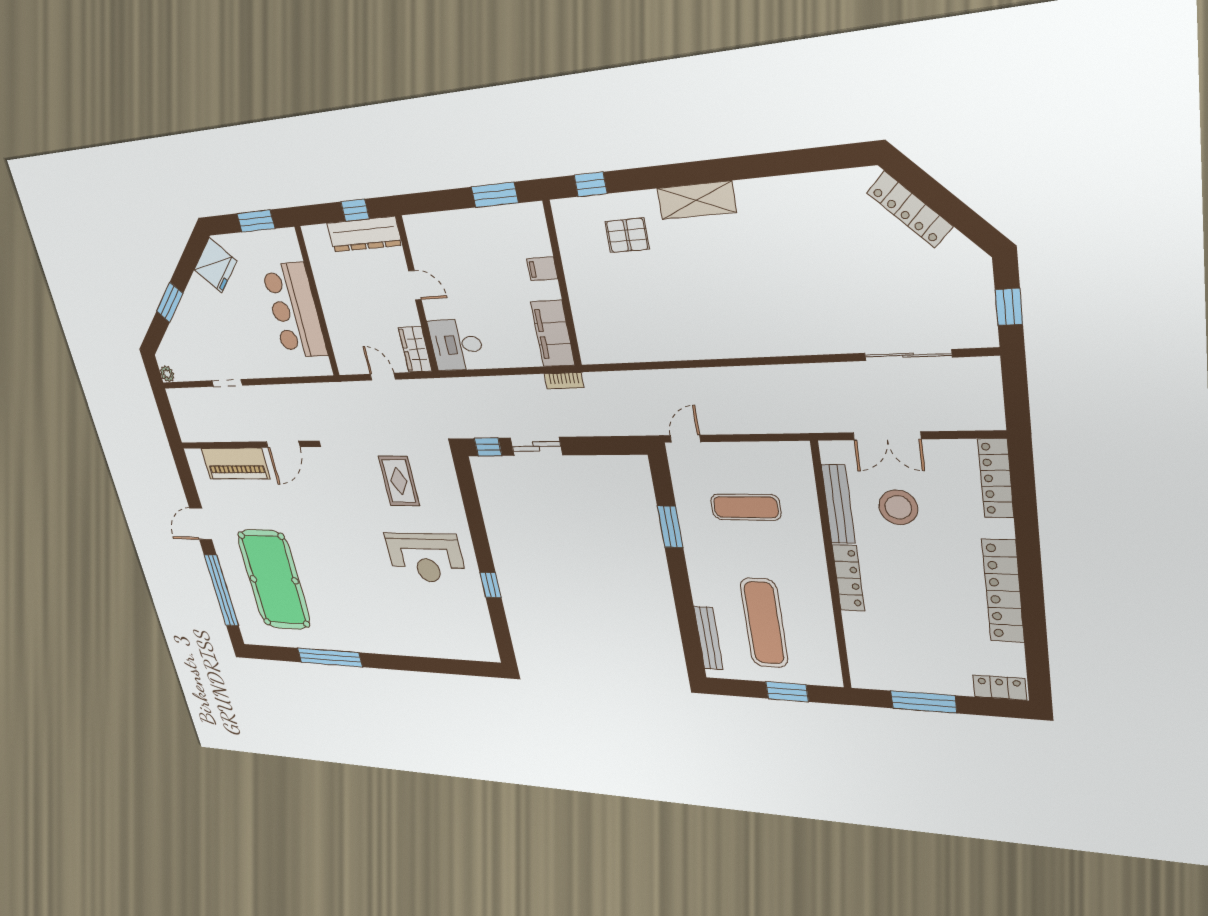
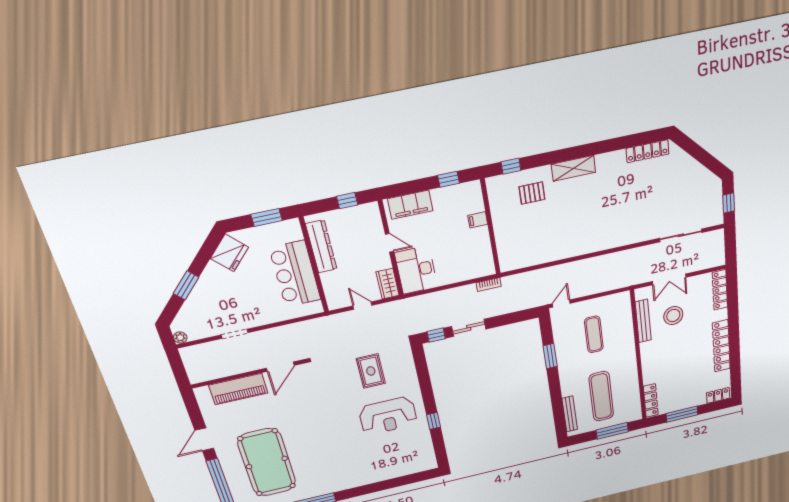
window: (495, 195) -> (449, 179), width x0.67
locker: (910, 210) -> (648, 151), moved, turned -45
dresser: (364, 234) -> (321, 247), moved, turned -90
filing cabinet: (553, 334) -> (410, 205), moved, turned -90
desk: (457, 345) -> (416, 270), width x1.37
exercise mat: (746, 507) -> (594, 334), turned 90
locker: (848, 578) -> (651, 400), moved
window: (787, 692) -> (612, 431), width x1.44

